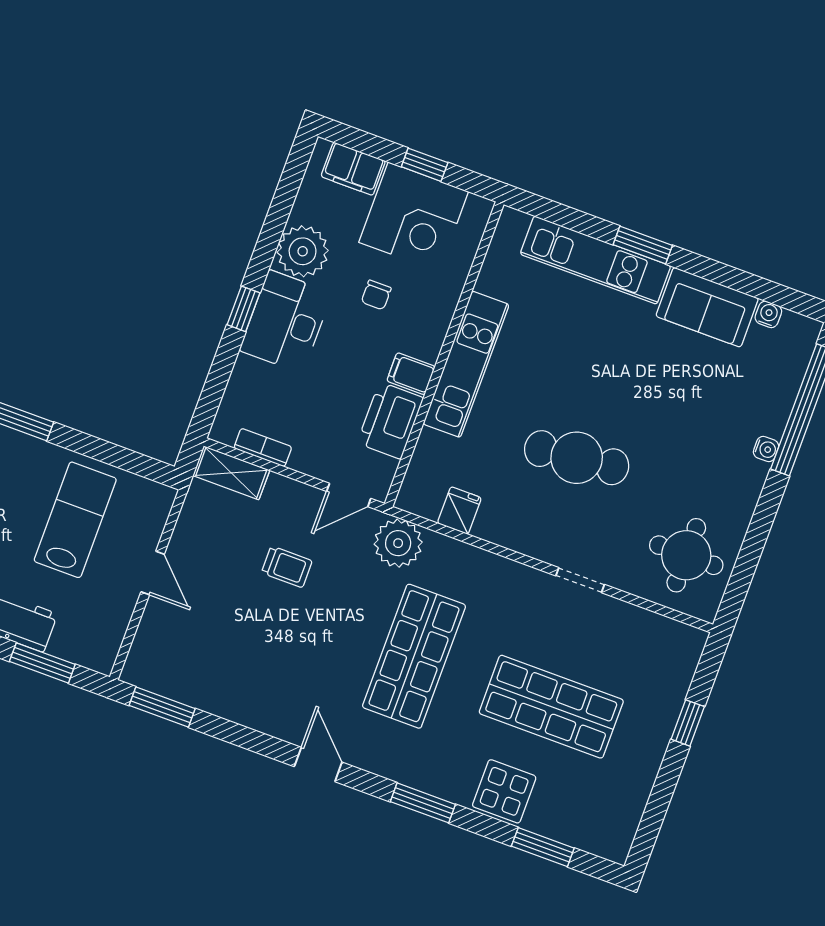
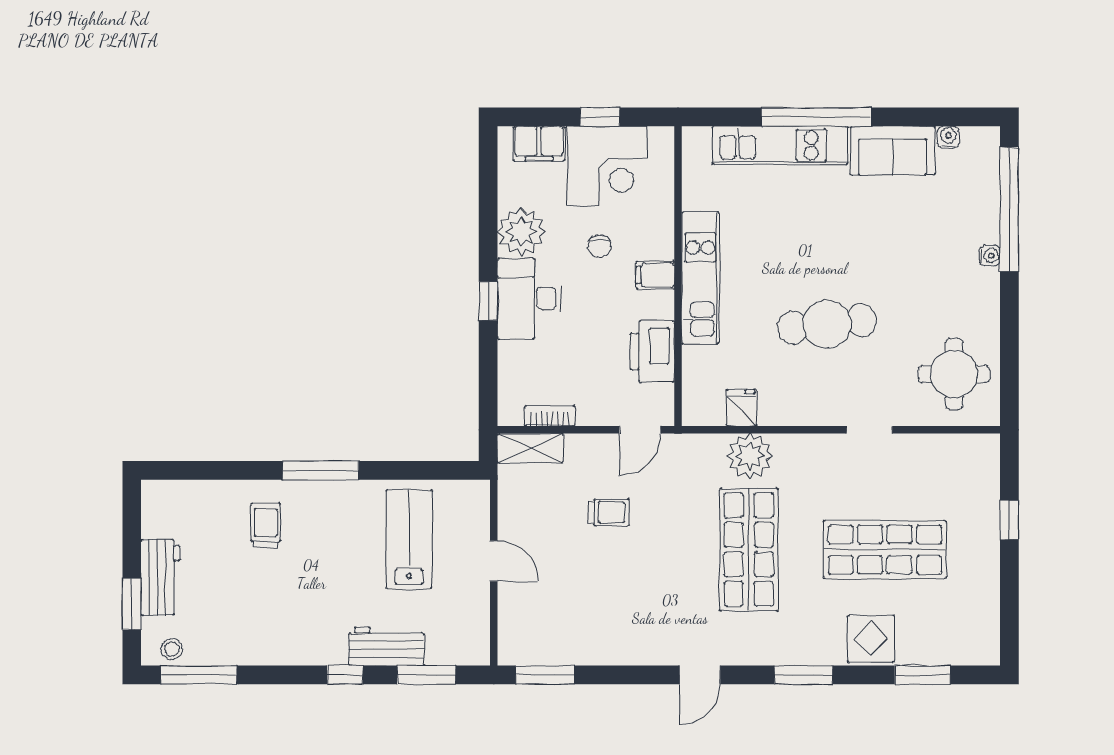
window: (643, 245) -> (816, 117), width x2.11
filing cabinet: (411, 374) -> (655, 275), moved
plant: (398, 543) -> (750, 456), moved
door: (318, 764) -> (700, 675), swing flipped

